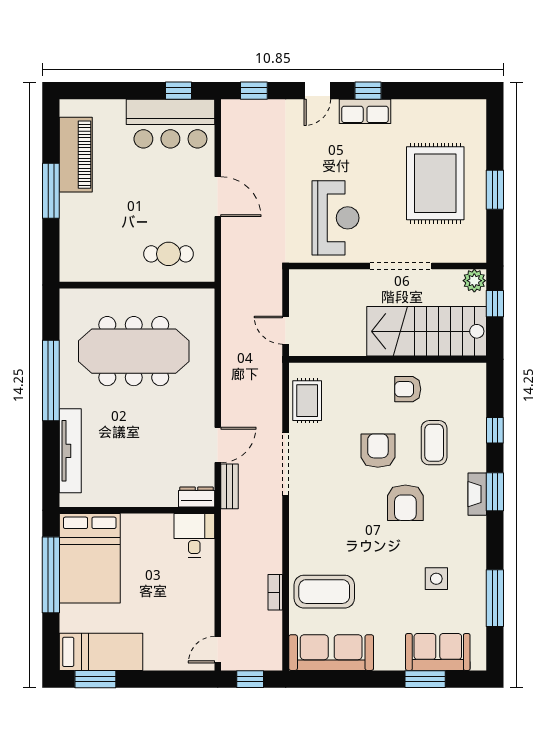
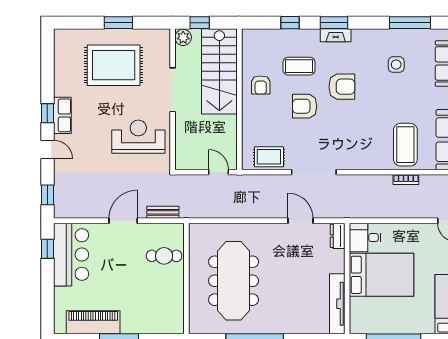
cafe table: (168, 254) -> (164, 256), turned 90
door: (286, 330) -> (219, 172), swing flipped
tv unit: (70, 451) -> (337, 304), moved, turned -90
bench: (229, 486) -> (163, 212), moved
bed: (90, 558) -> (382, 275), moved

